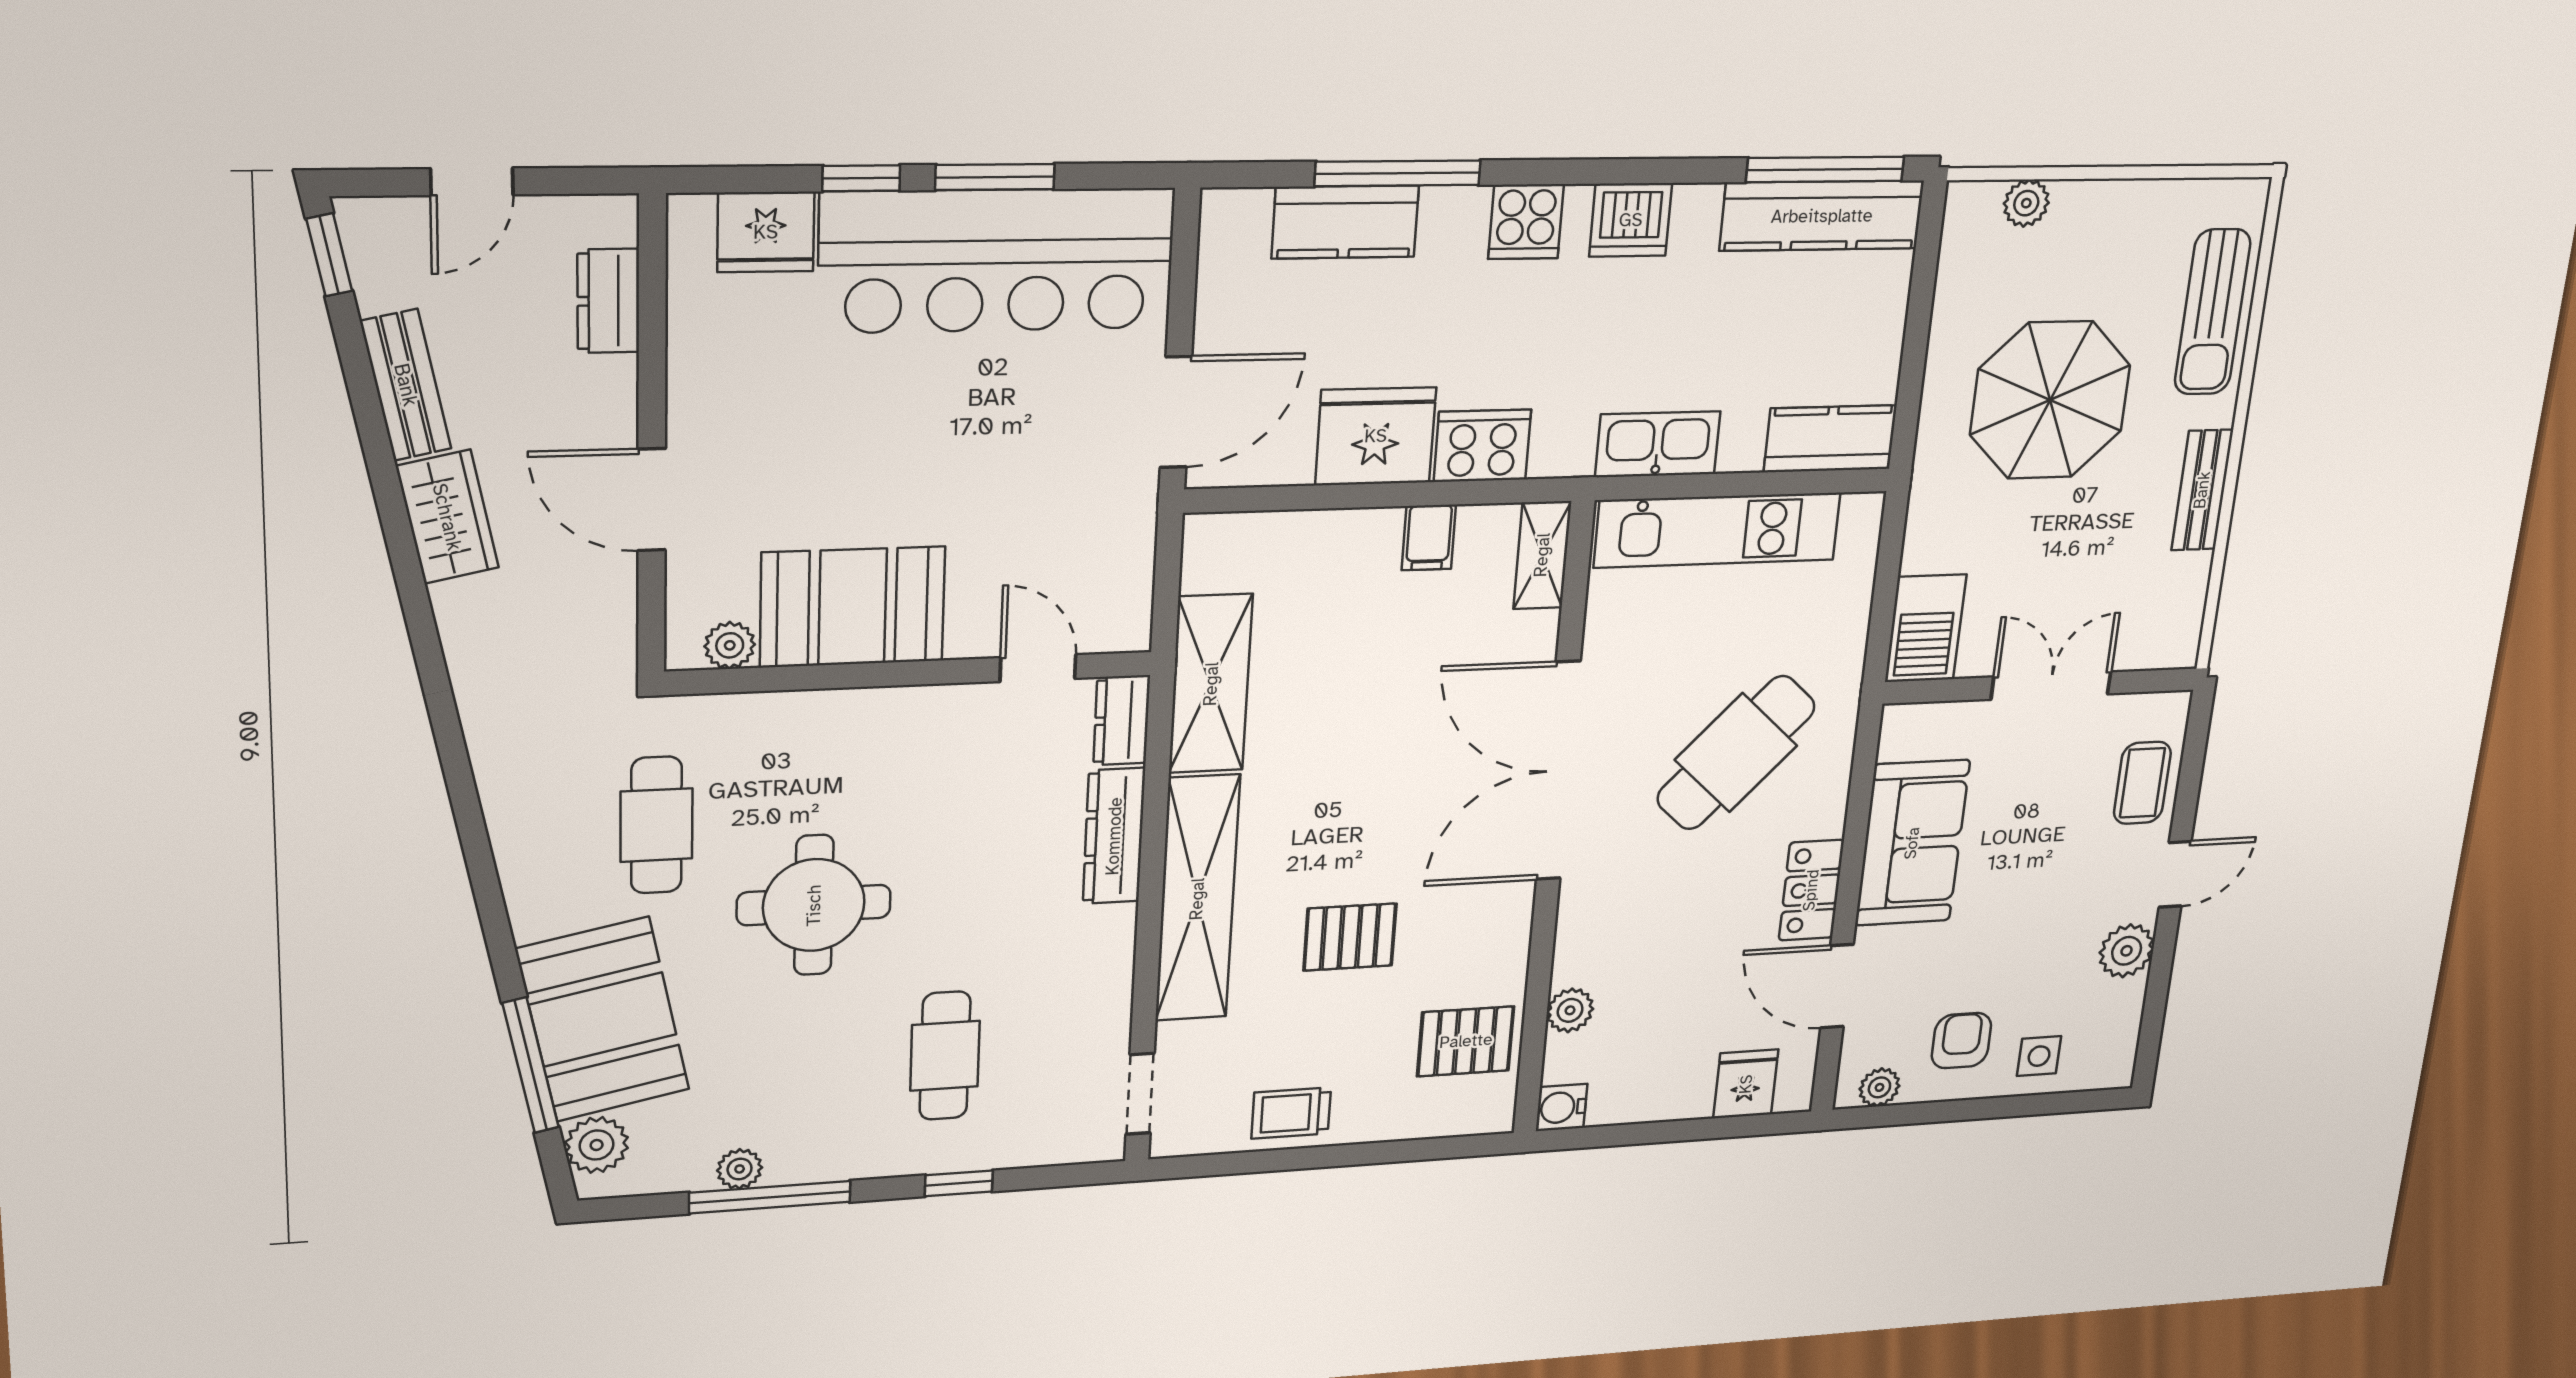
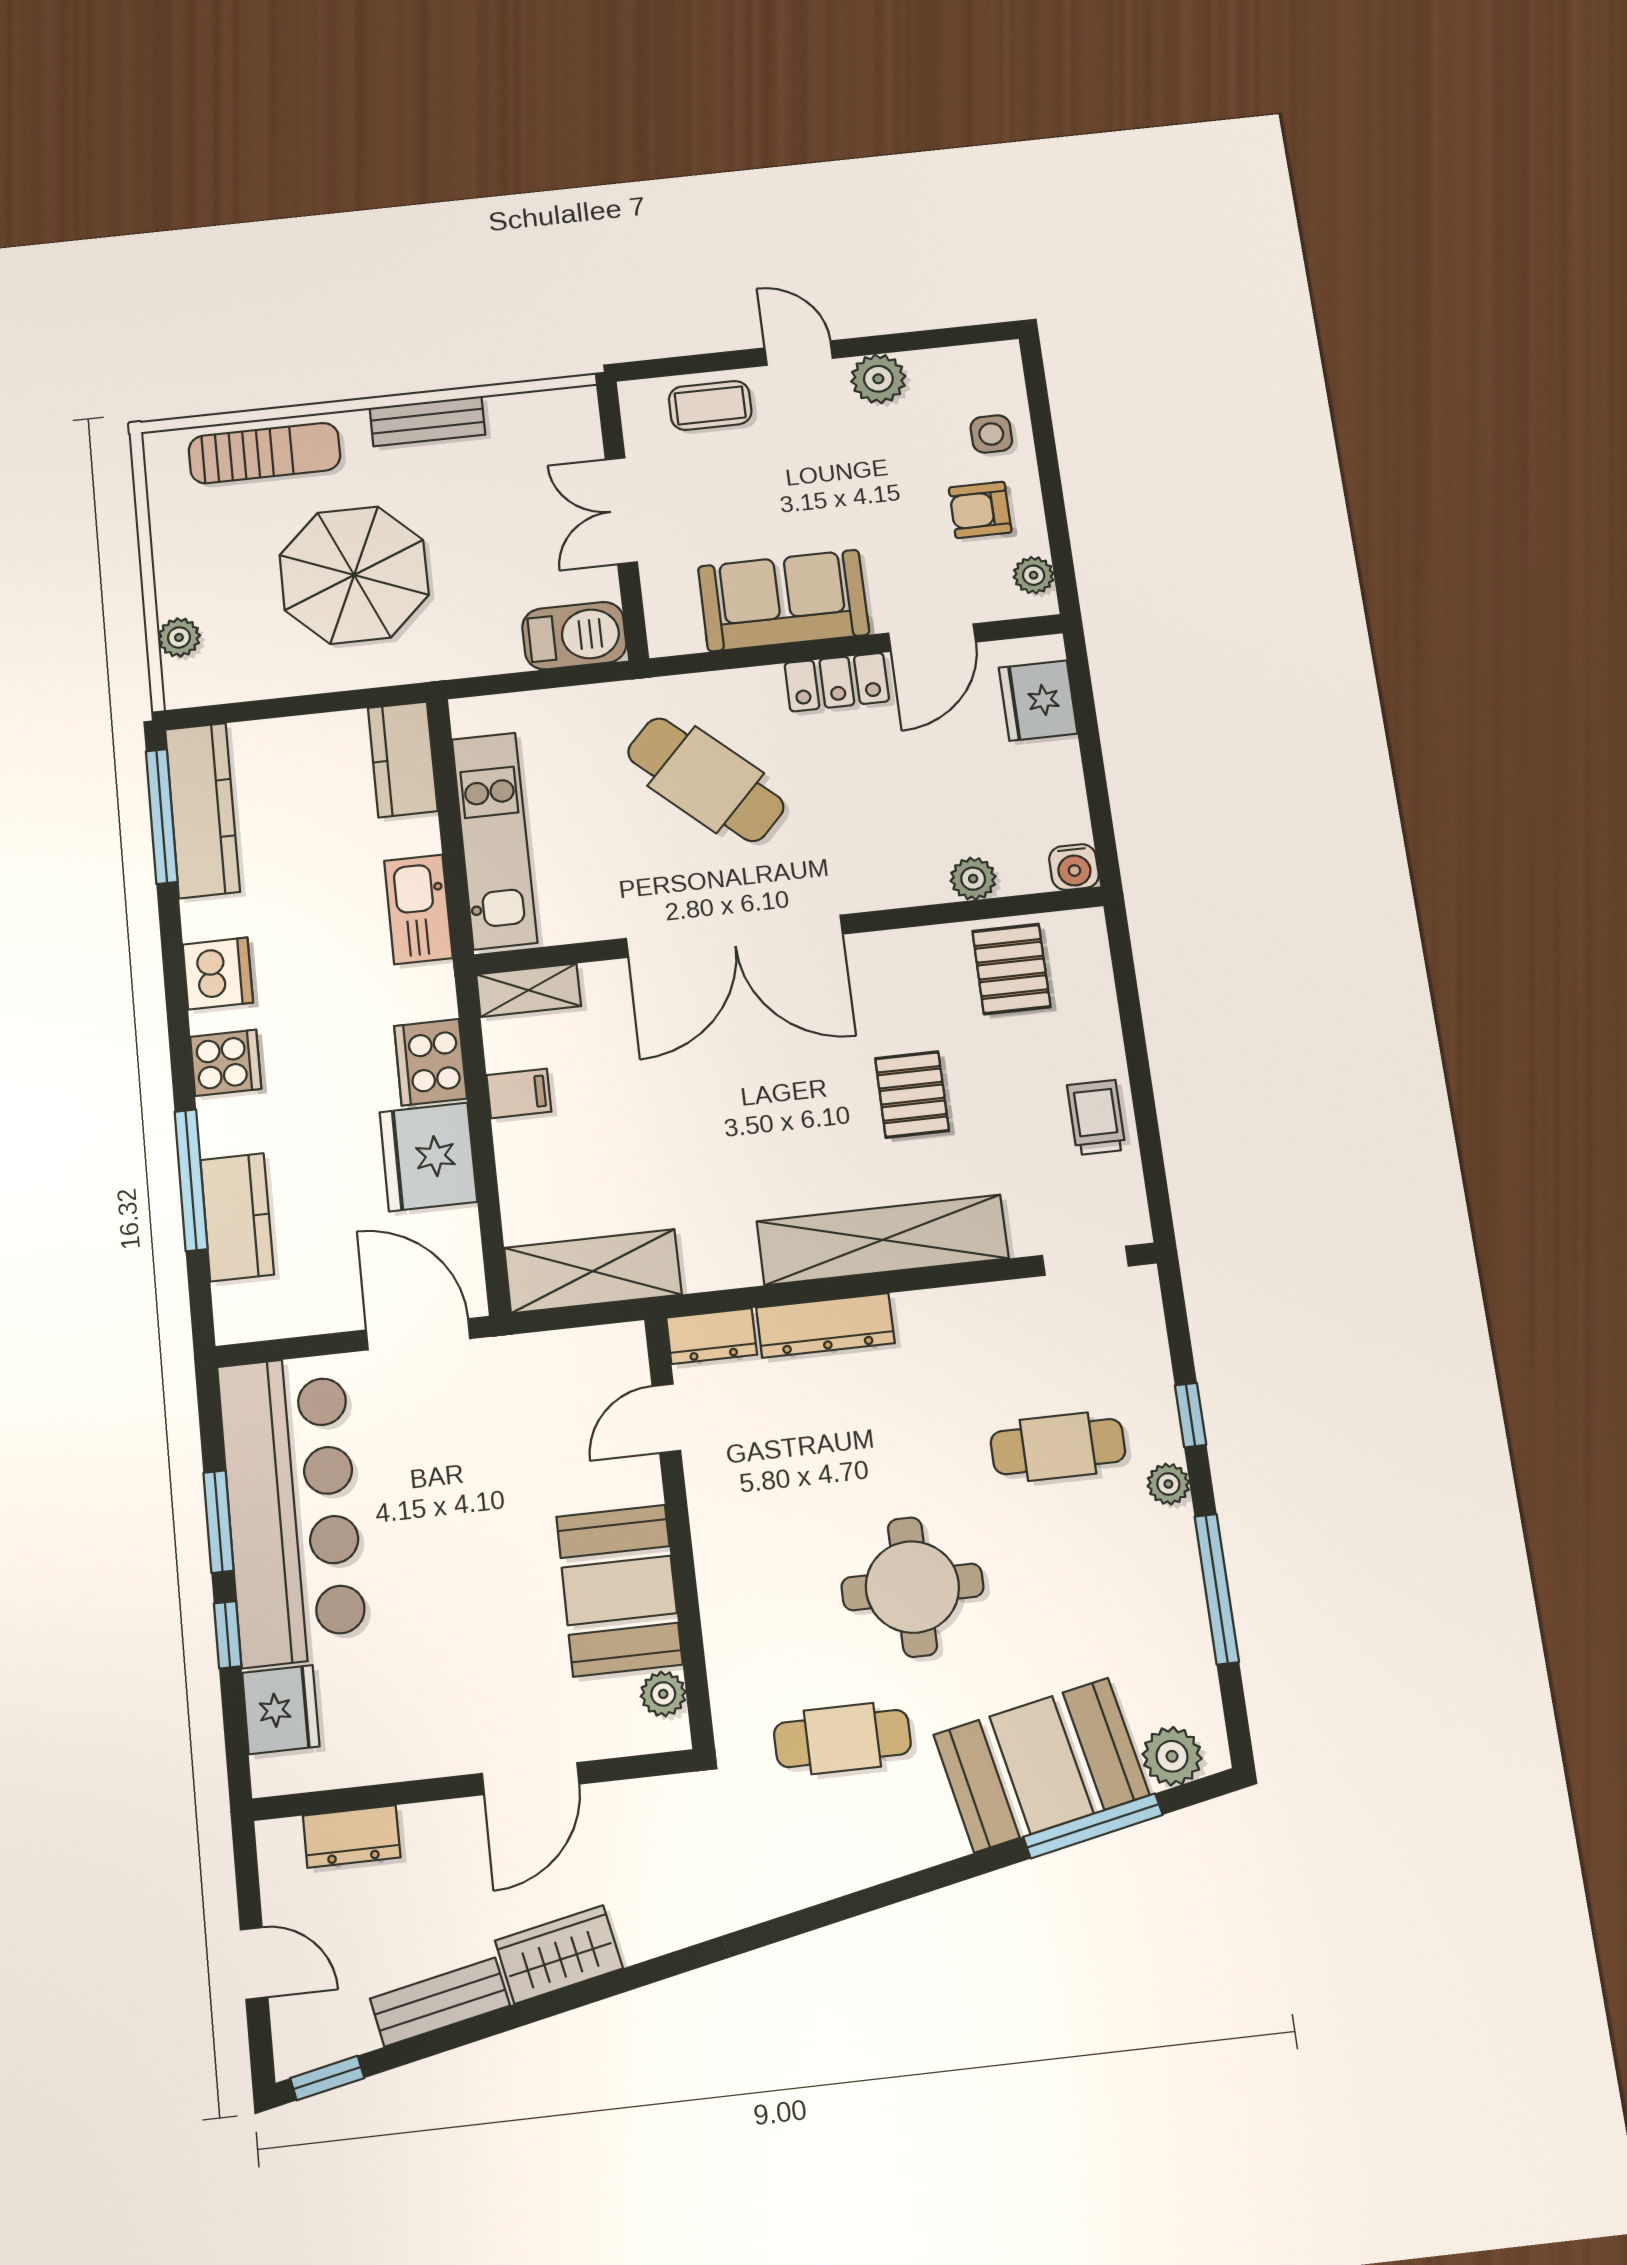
shelving: (1211, 684) -> (593, 1271), moved
fridge: (1746, 1084) -> (1038, 701), width x1.38
trolley: (1291, 1113) -> (1096, 1117), turned 180
plant: (740, 1169) -> (1168, 1484), moved

